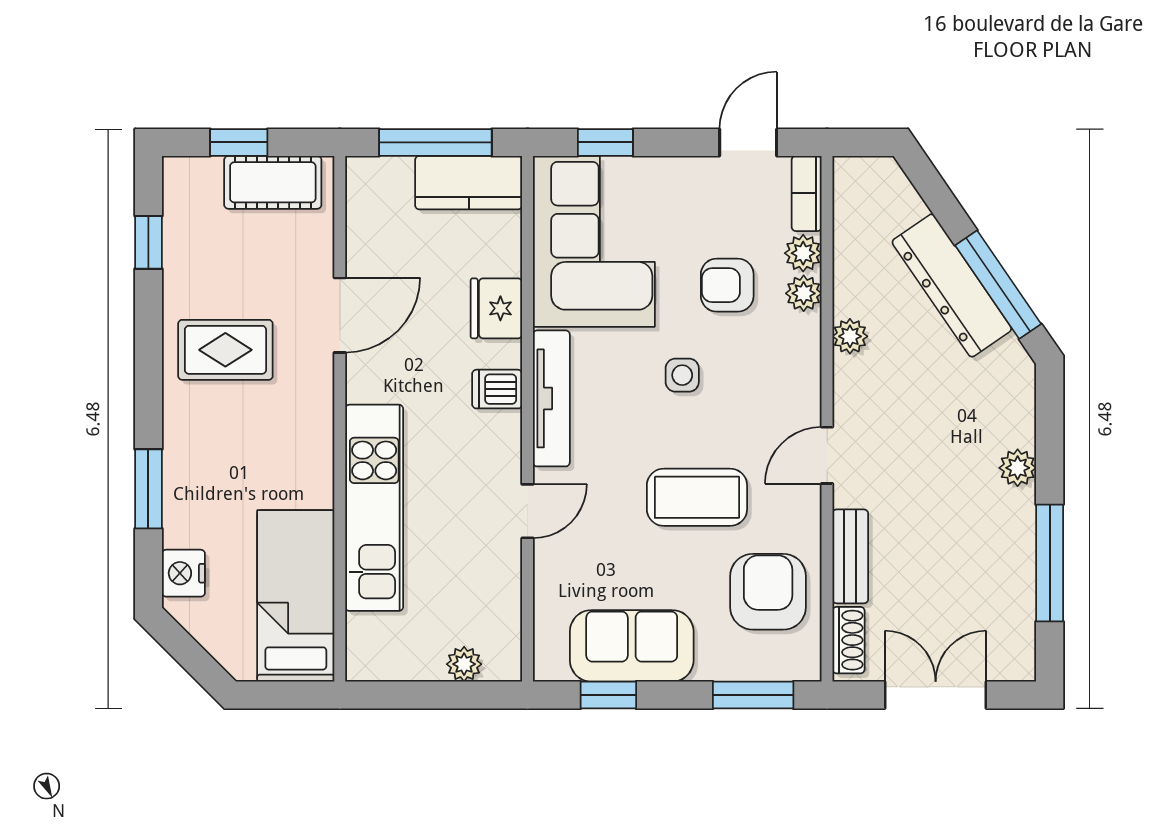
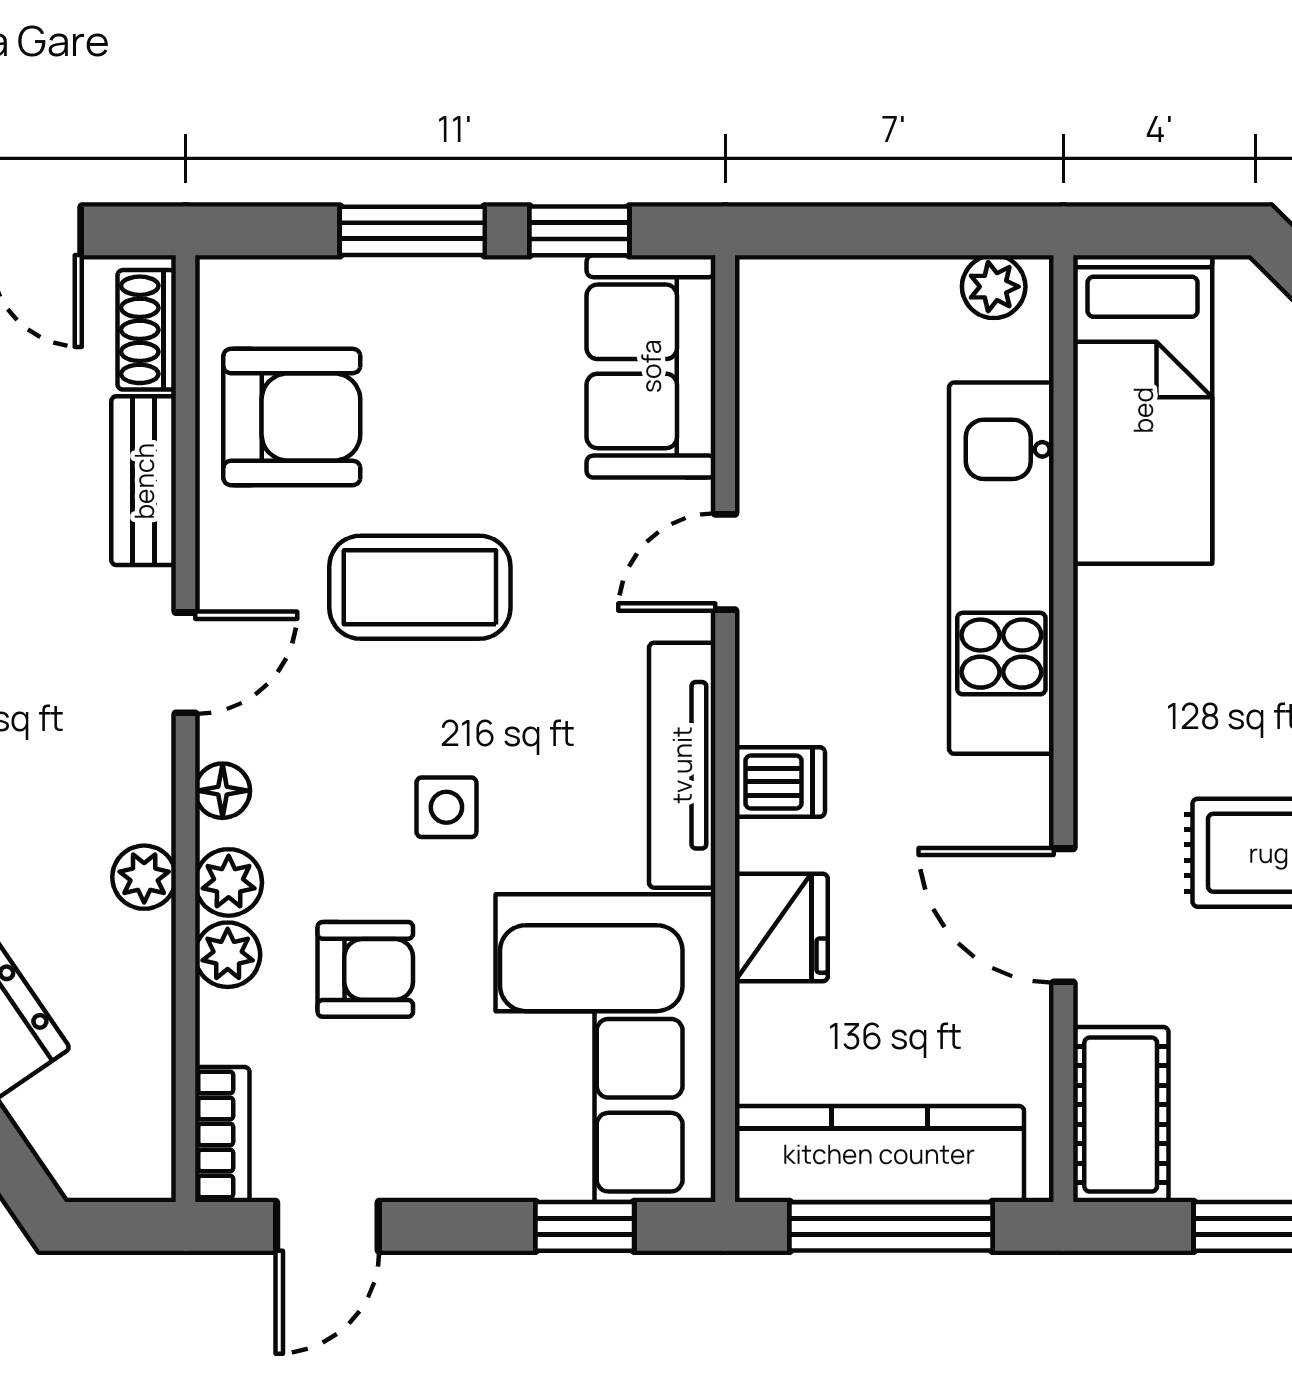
cot: (273, 182) -> (1121, 1115), moved, turned 90
kitchen counter: (469, 183) -> (879, 1154), width x1.50
plant: (803, 253) -> (229, 882), moved
door: (340, 315) -> (1063, 915), hinge flipped
floor lamp: (806, 384) -> (223, 791), added
armchair: (768, 592) -> (292, 417), turned -90
sofa: (632, 646) -> (651, 366), moved, turned 90
plant: (464, 664) -> (994, 287), moved
window: (753, 695) -> (412, 231), moved

